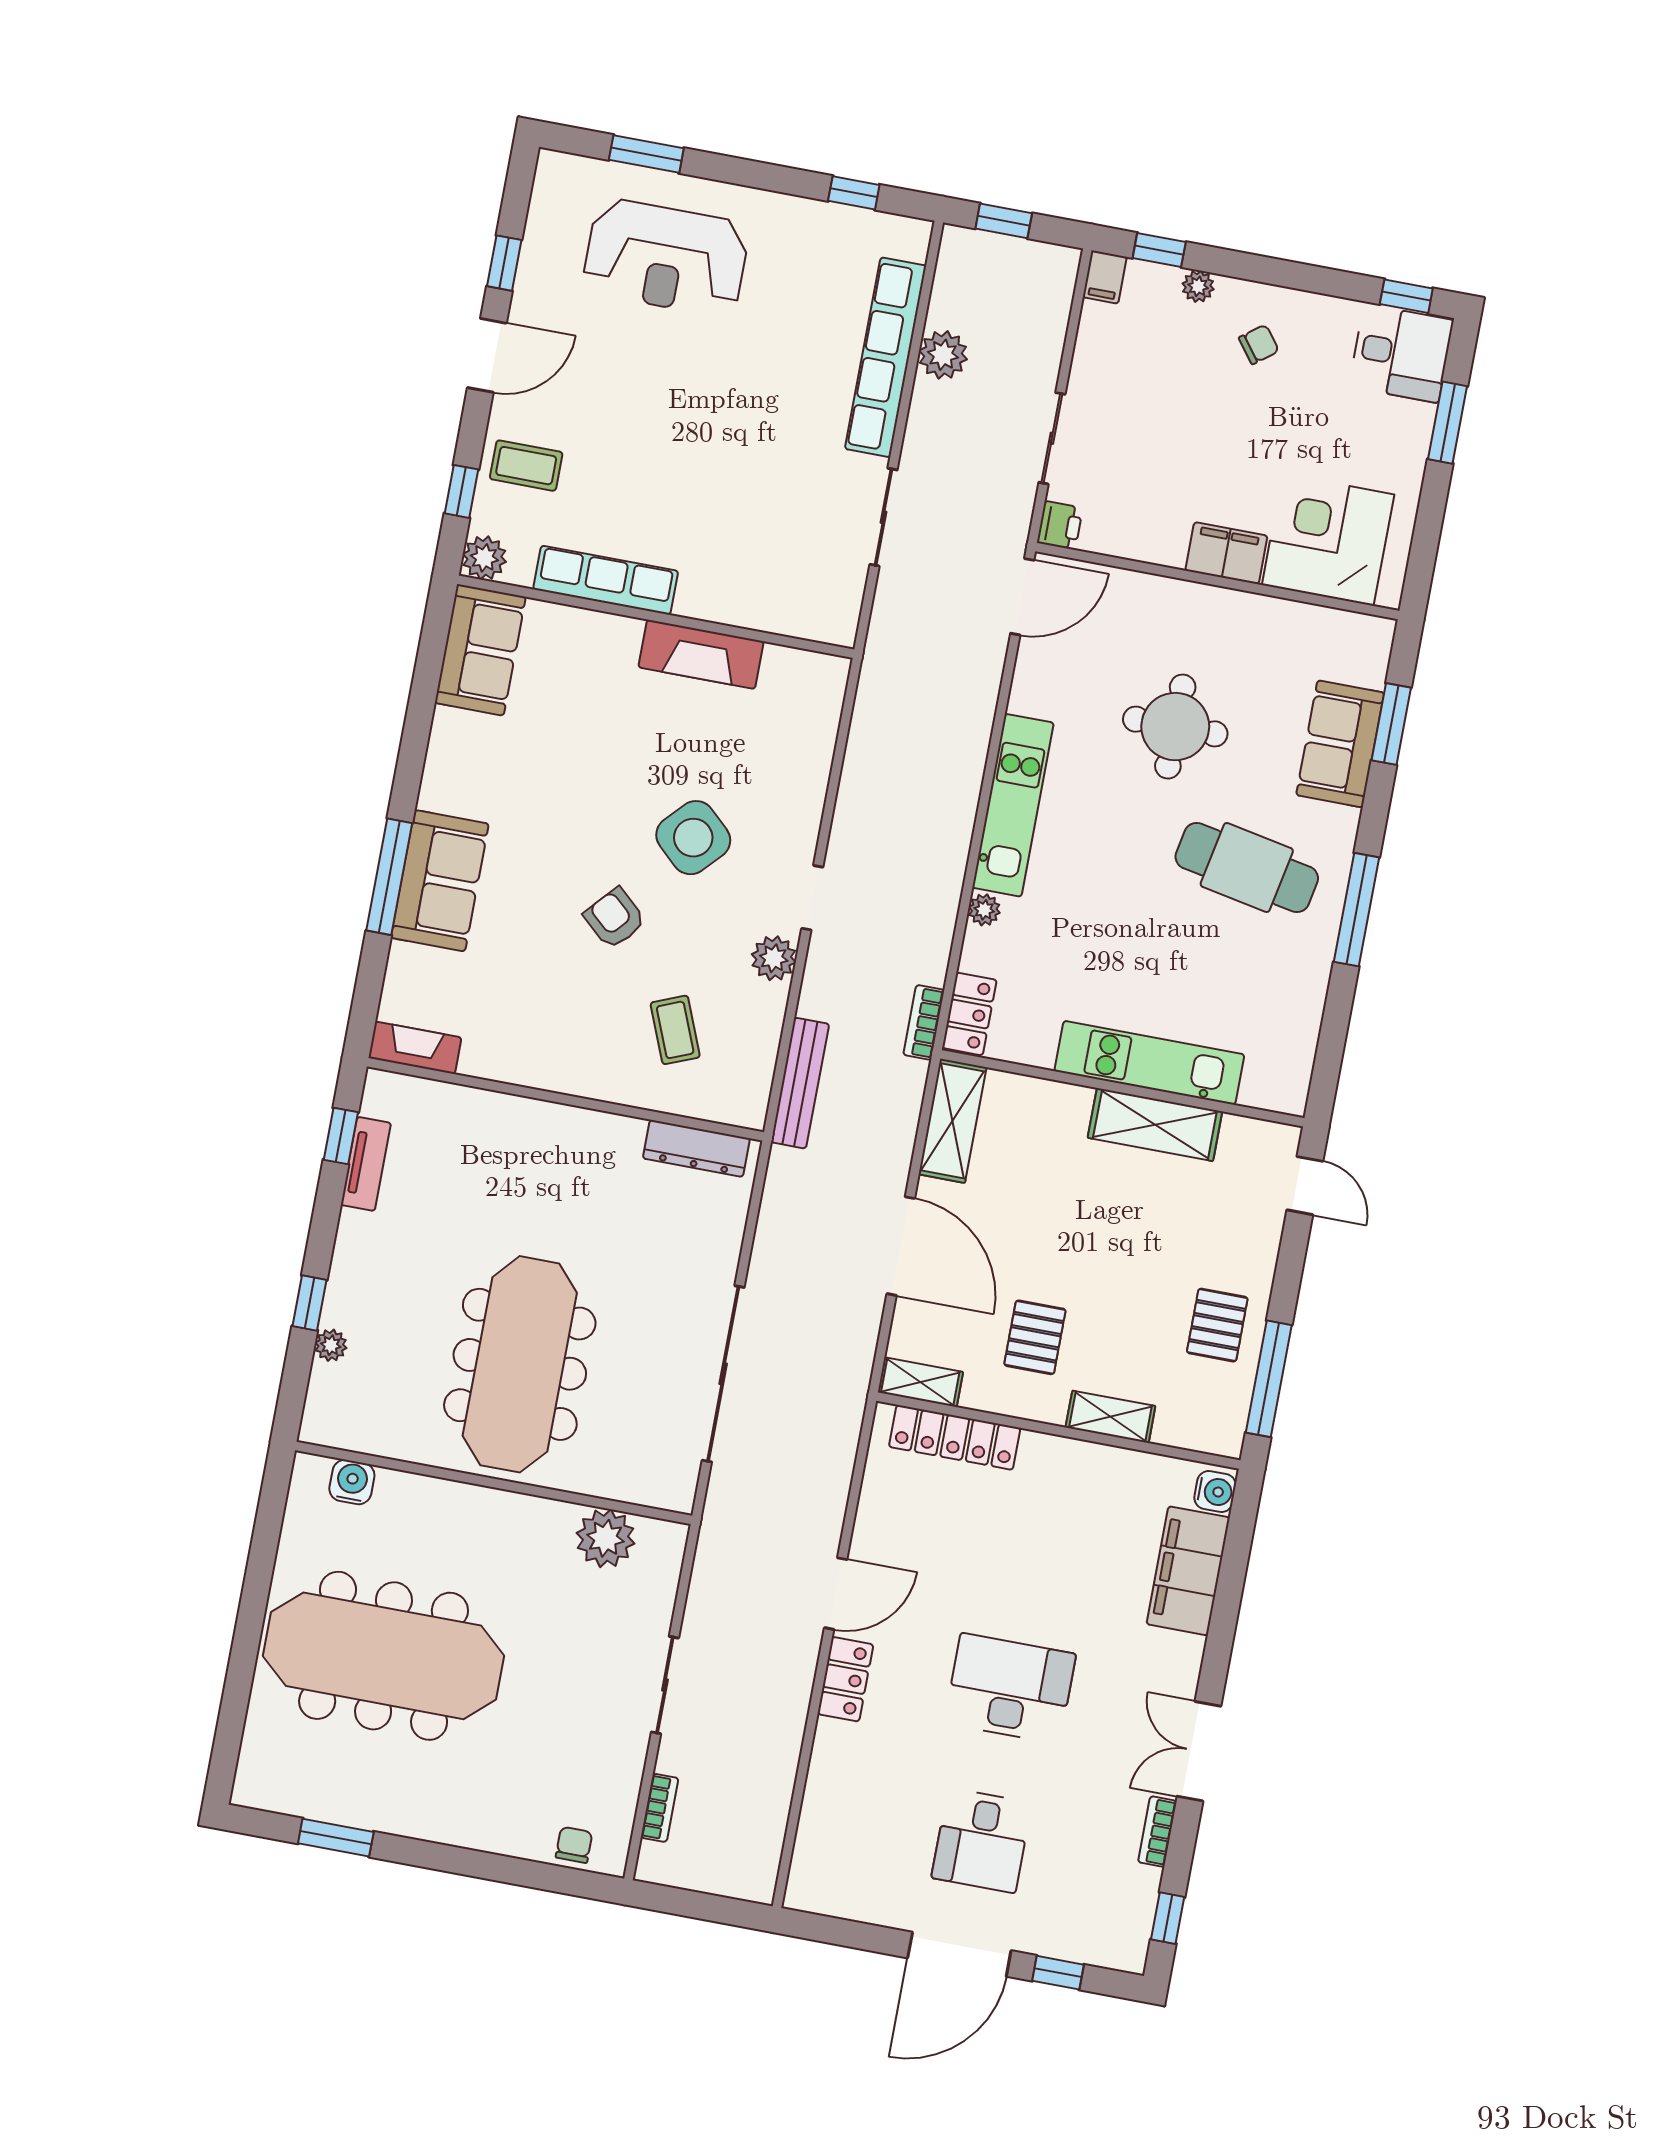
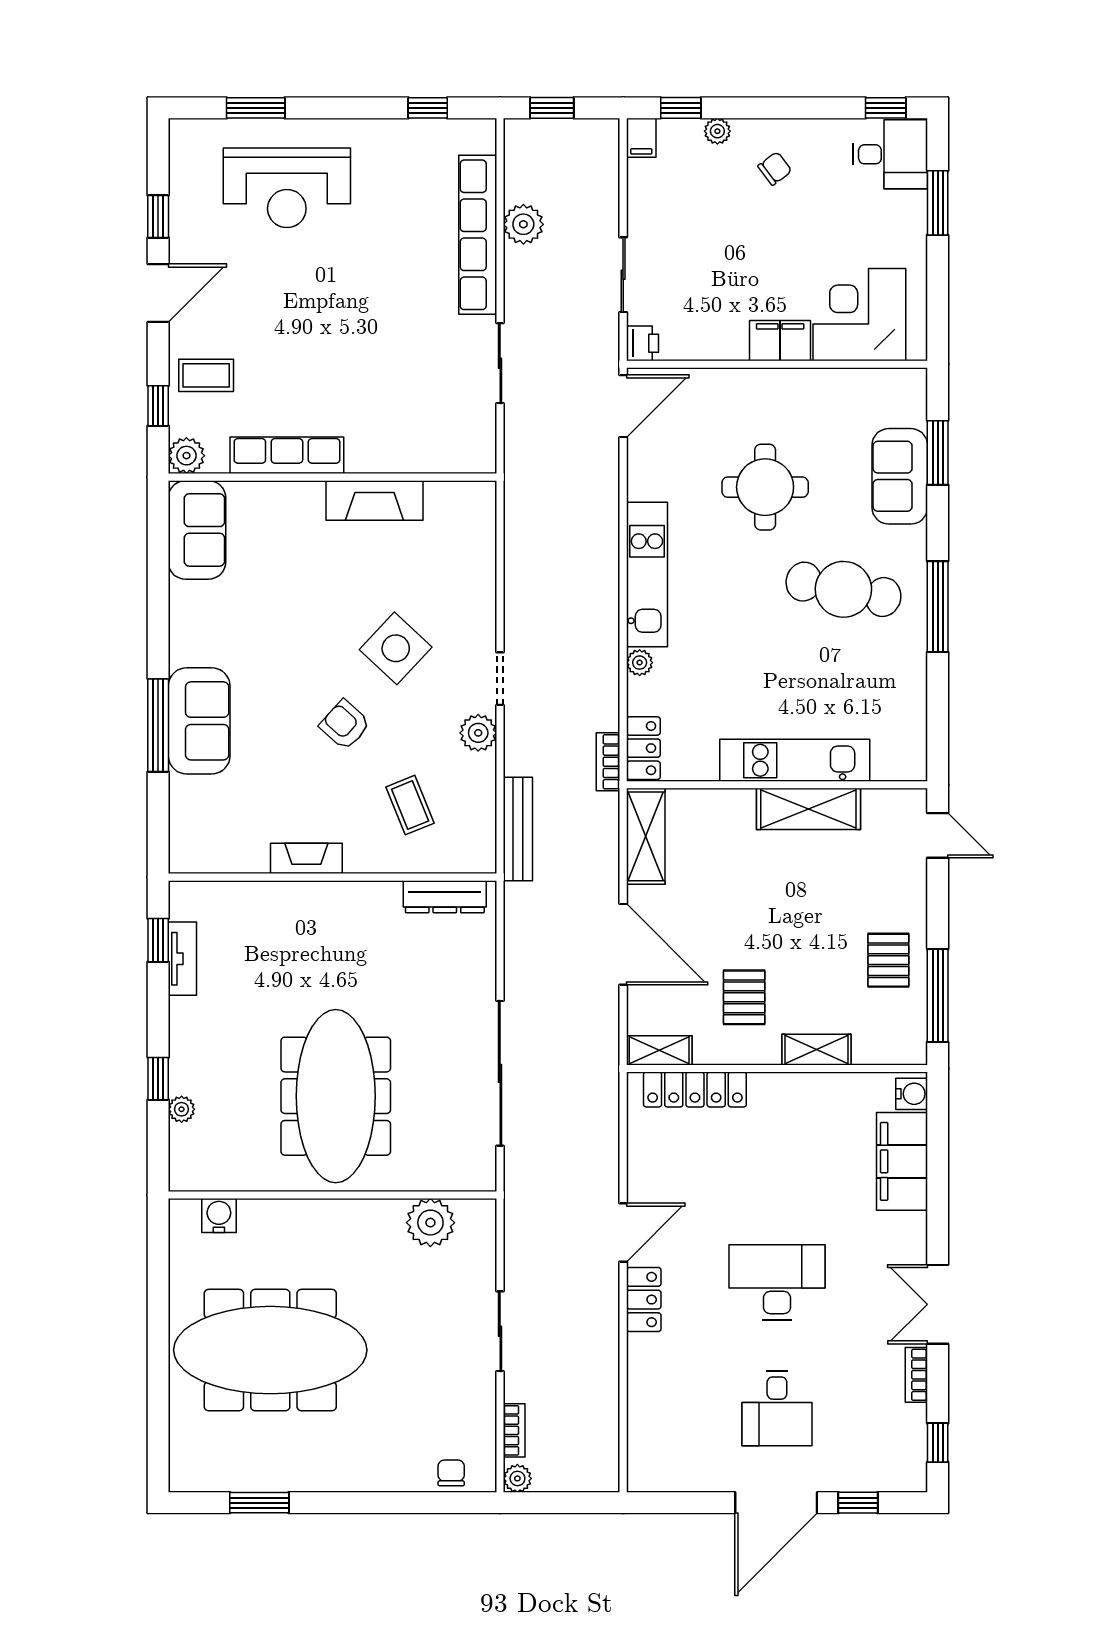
fireplace: (415, 1048) -> (306, 858), moved
plant: (653, 1867) -> (517, 1478), added

